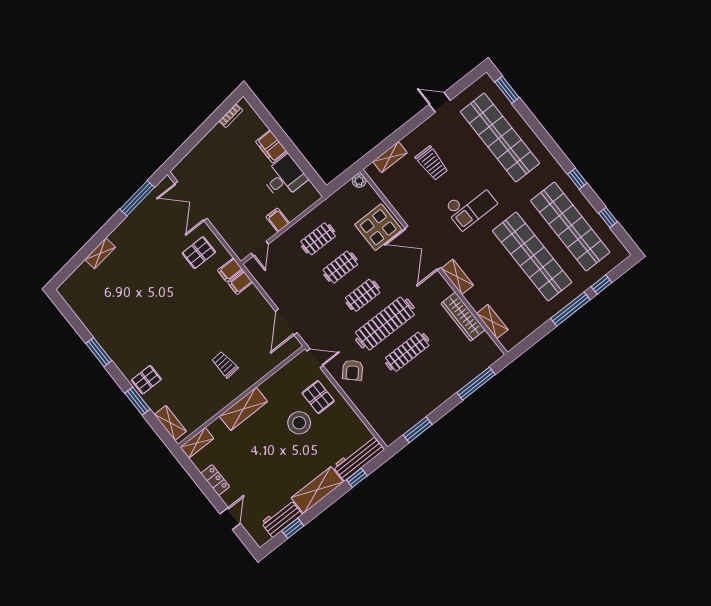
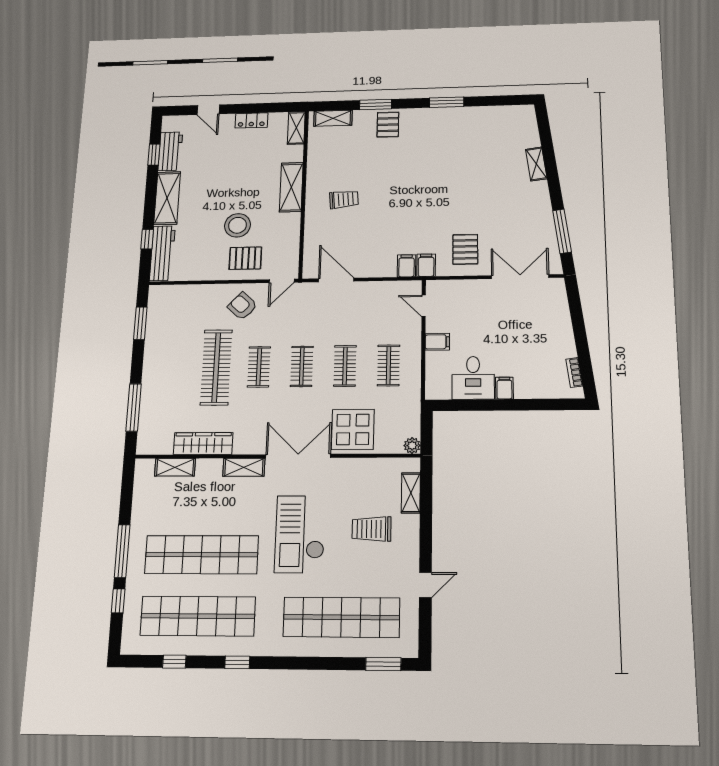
filing cabinet: (271, 147) -> (504, 388), width x0.50
checkout: (470, 205) -> (300, 534), width x1.36, depth x1.21
clothes rail: (385, 323) -> (259, 367), width x0.54, depth x0.76
clothes rail: (407, 352) -> (216, 367), width x1.37, depth x1.31

